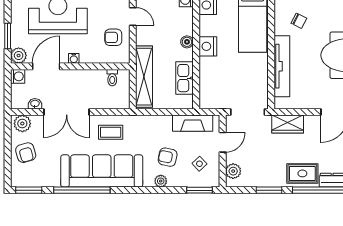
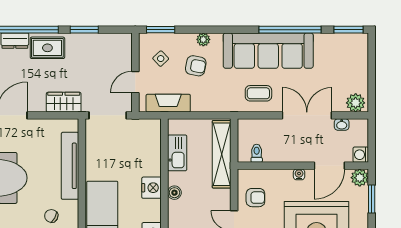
armchair: (26, 153) -> (352, 71), removed
plant: (233, 171) -> (124, 50), removed

